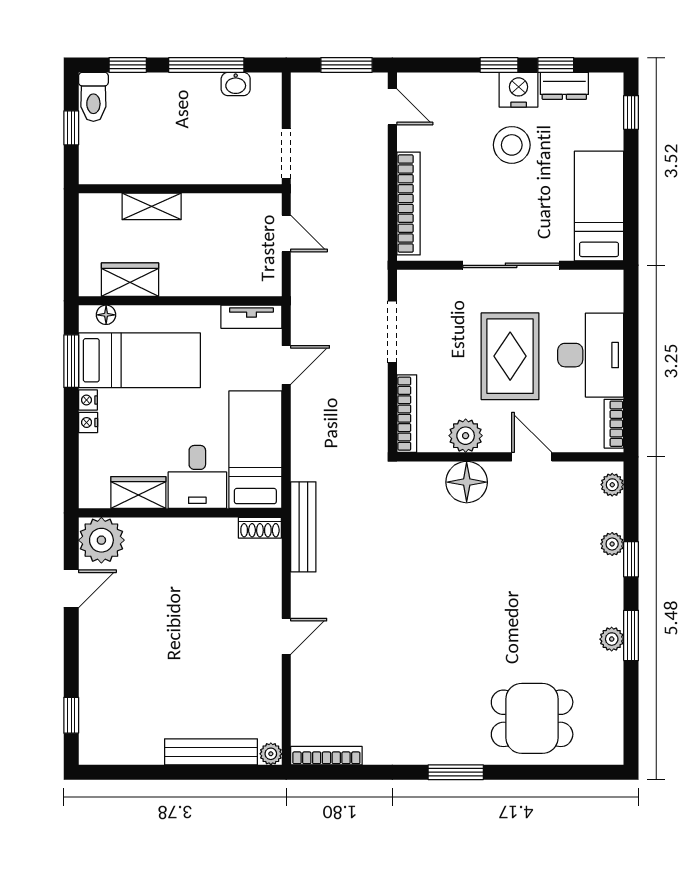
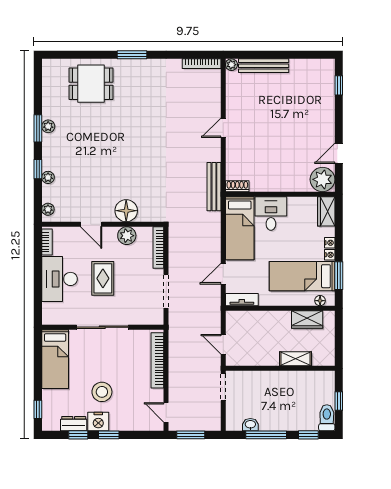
rug: (510, 356) -> (103, 278), width x0.73, depth x0.70
wardrobe: (138, 492) -> (326, 211), moved, turned 90

